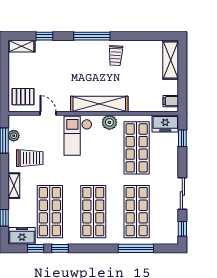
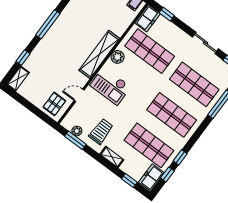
trolley: (116, 56) -> (74, 18), removed

